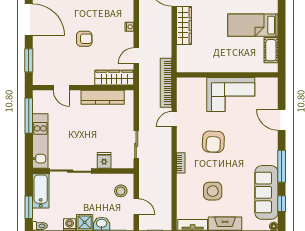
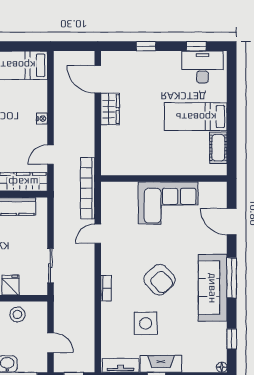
wardrobe: (184, 25) -> (110, 109), width x0.67
door: (282, 120) -> (232, 222), moved
armchair: (213, 142) -> (159, 280), moved, turned -46
window: (282, 166) -> (232, 278), moved
stool: (121, 191) -> (17, 315), moved
sofa: (266, 192) -> (213, 288), moved

